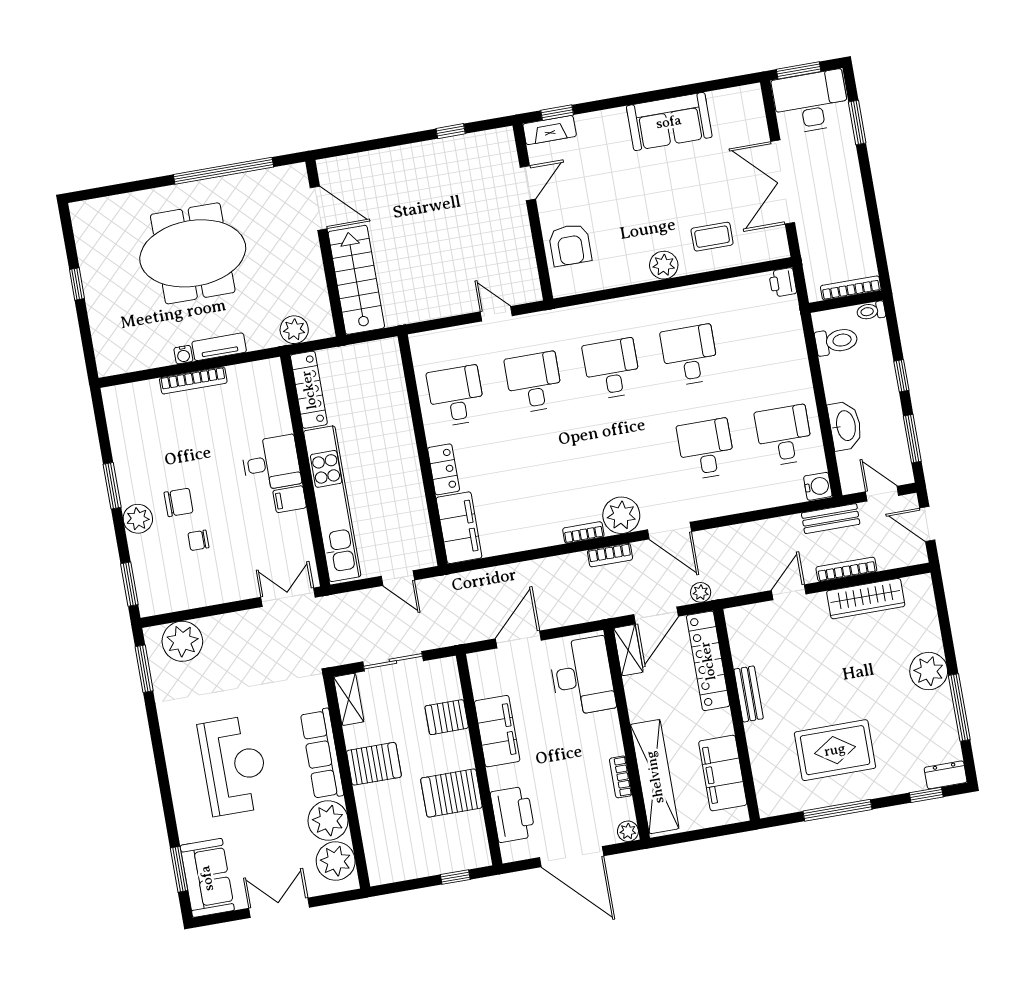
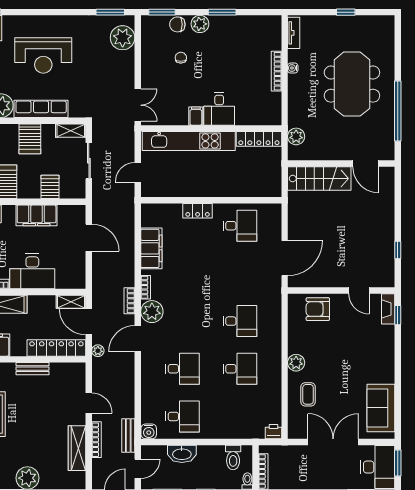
sofa: (669, 122) -> (381, 408), moved
door: (319, 208) -> (366, 164), hinge flipped
door: (496, 314) -> (285, 258), width x1.87
tv unit: (219, 347) -> (294, 33), moved
desk: (534, 382) -> (240, 273), removed
chair: (179, 502) -> (177, 24), moved, turned 90
filing cabinet: (459, 528) -> (151, 248), moved, turned -90
desk: (582, 676) -> (32, 271), moved

